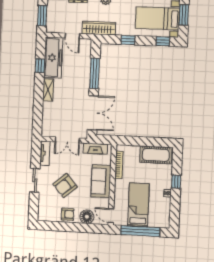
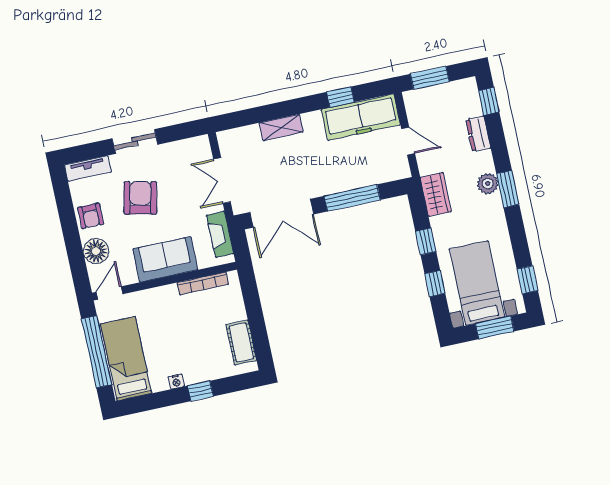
wardrobe: (99, 28) -> (436, 194), width x0.67
door: (72, 36) -> (408, 141), swing flipped
window: (163, 41) -> (435, 284), moved
shelving: (48, 90) -> (281, 127), moved
tv unit: (45, 153) -> (88, 168), moved
cot: (156, 155) -> (241, 343), width x0.73, depth x0.75
armchair: (65, 186) -> (140, 198), turned 53
bed: (138, 205) -> (126, 359), moved, turned -90

